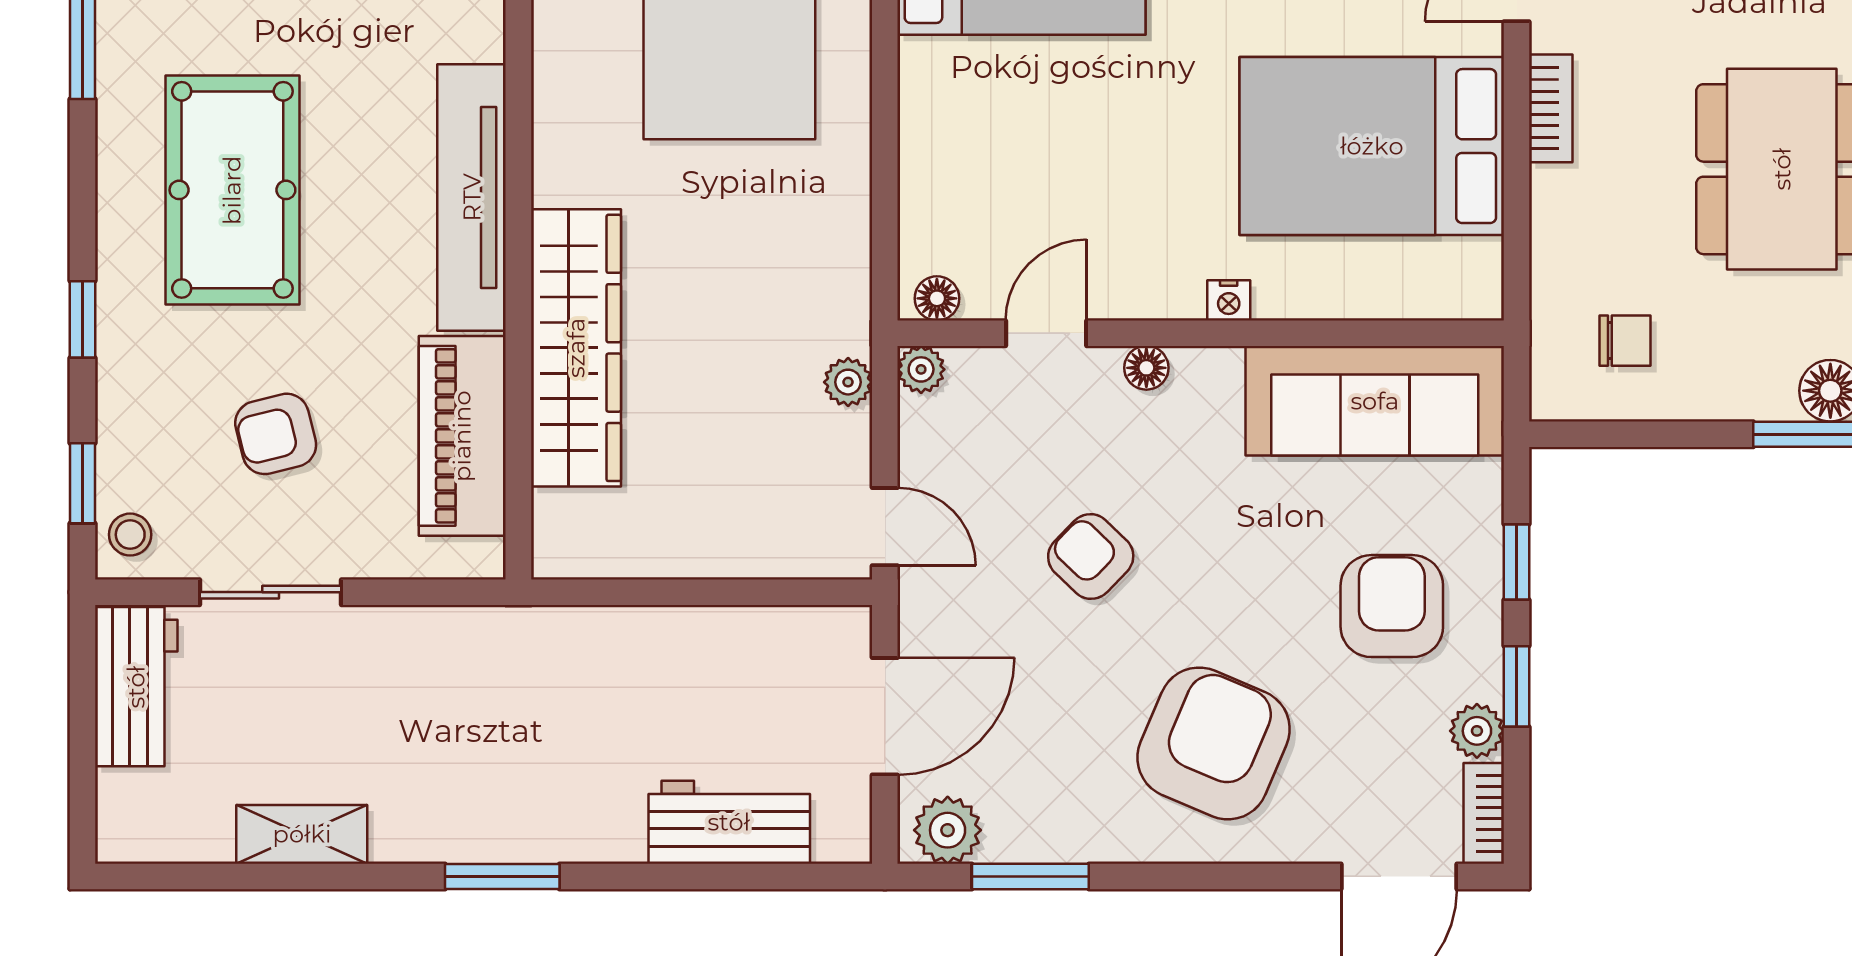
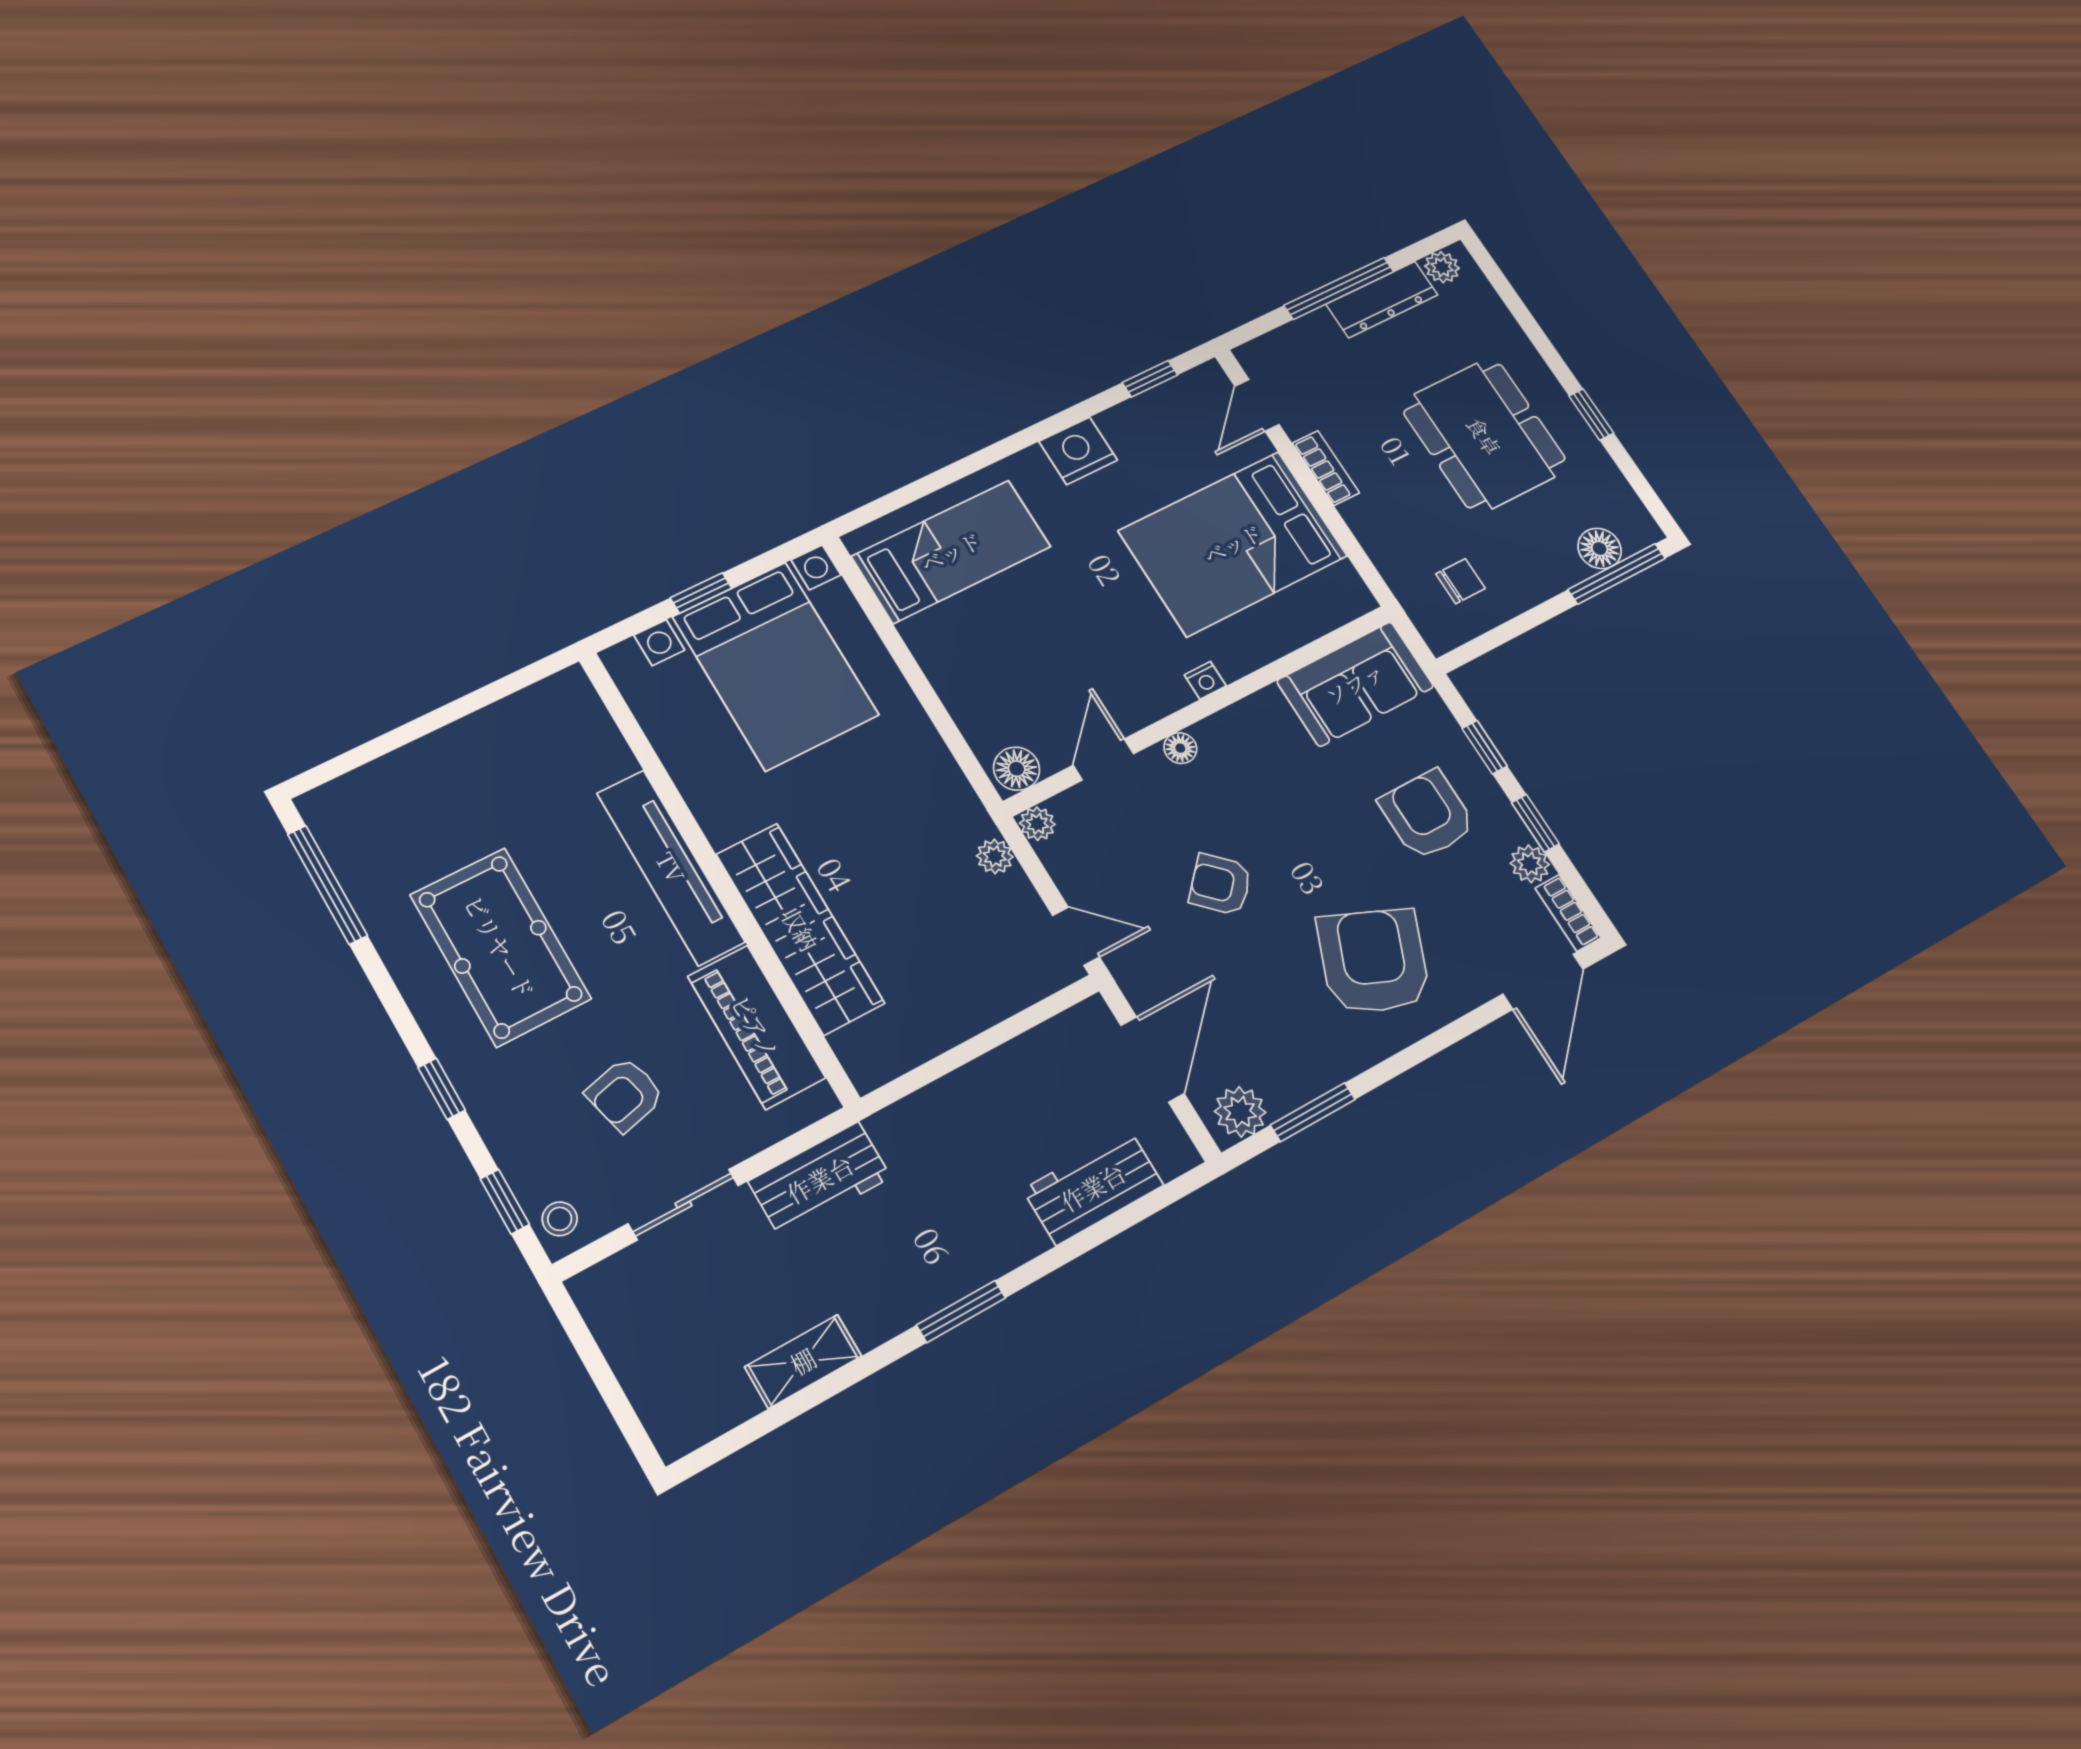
floor lamp: (937, 298) -> (1017, 769), width x1.37, depth x1.37
sofa: (1375, 401) -> (1355, 684), width x0.73
workbench: (136, 687) -> (820, 1179), moved, turned 90

